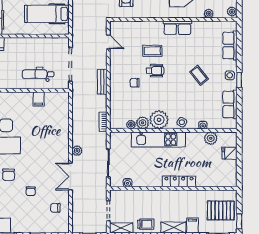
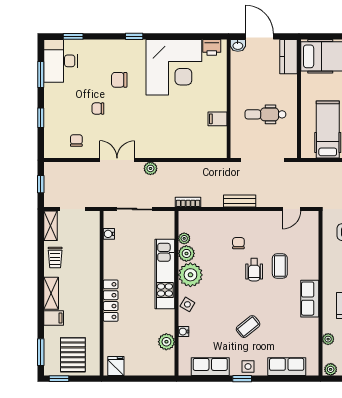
dental chair: (38, 74) -> (265, 114), moved, turned -90
fridge: (229, 153) -> (116, 366), moved

